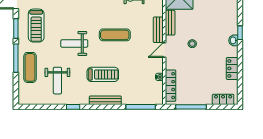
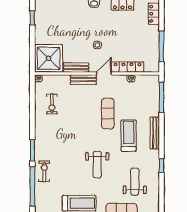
exercise mat: (115, 35) -> (108, 114), moved
door: (164, 50) -> (104, 73), swing flipped
weight bench: (57, 81) -> (135, 182), turned -90
locker: (171, 86) -> (128, 67), moved

